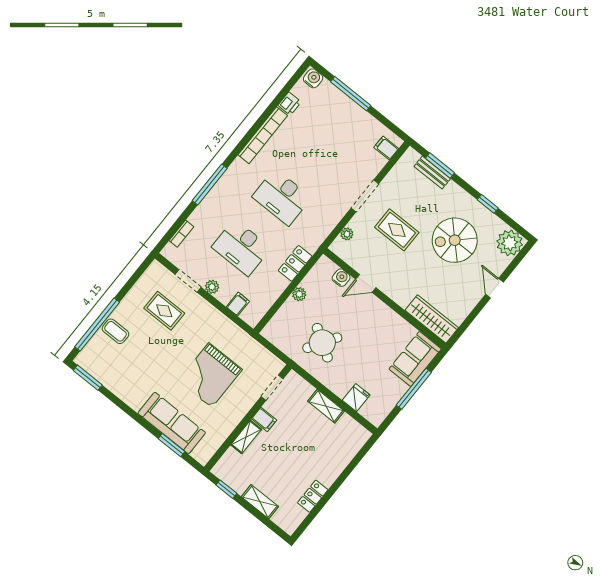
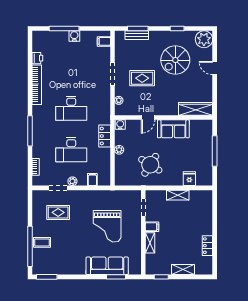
water cooler: (313, 78) -> (74, 36), moved
water cooler: (341, 278) -> (120, 125), moved
sofa: (415, 359) -> (173, 129), moved, turned -90

